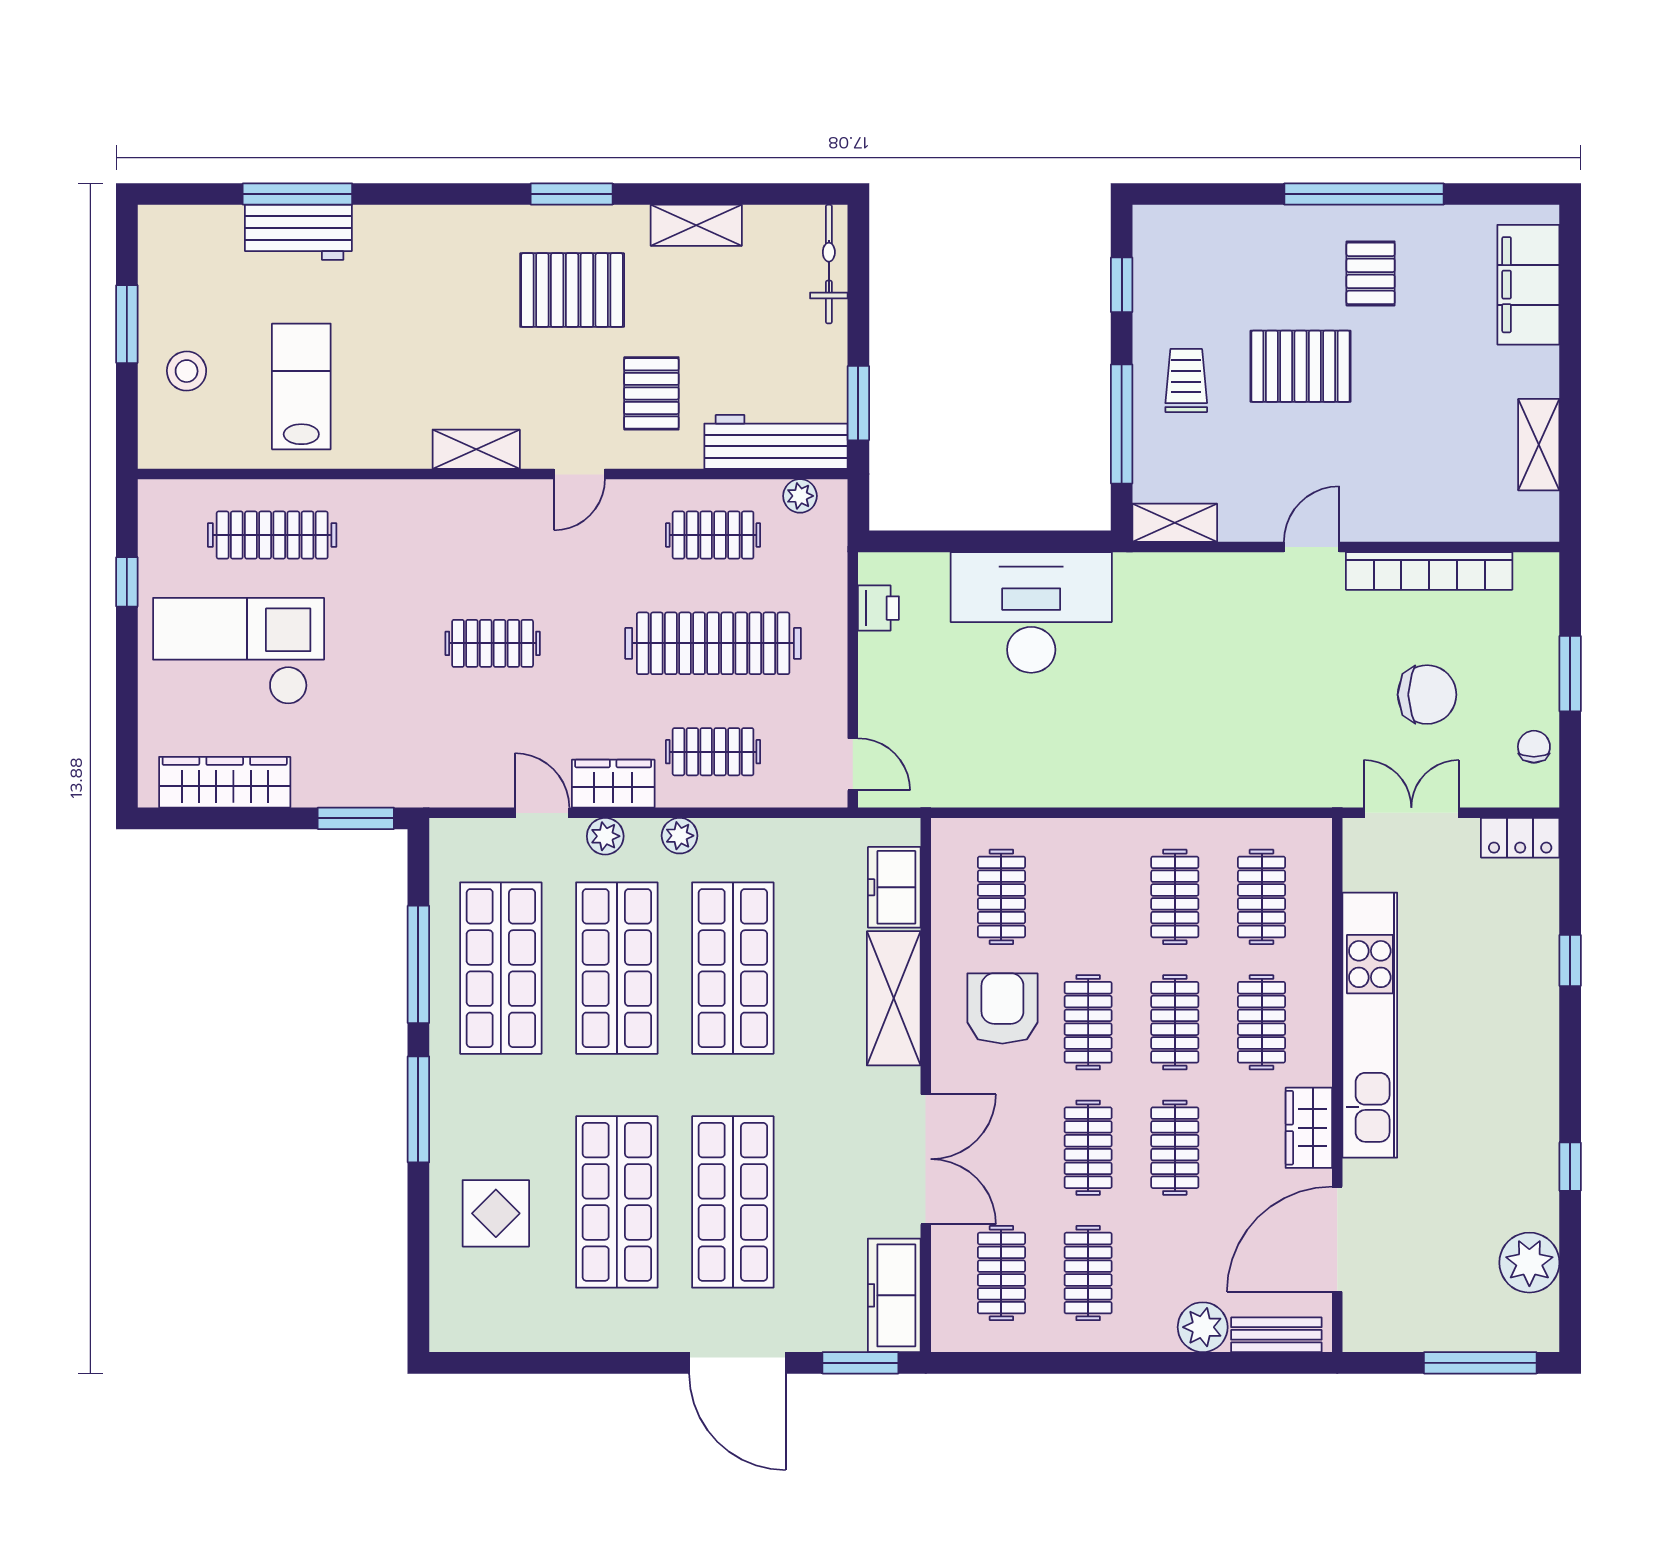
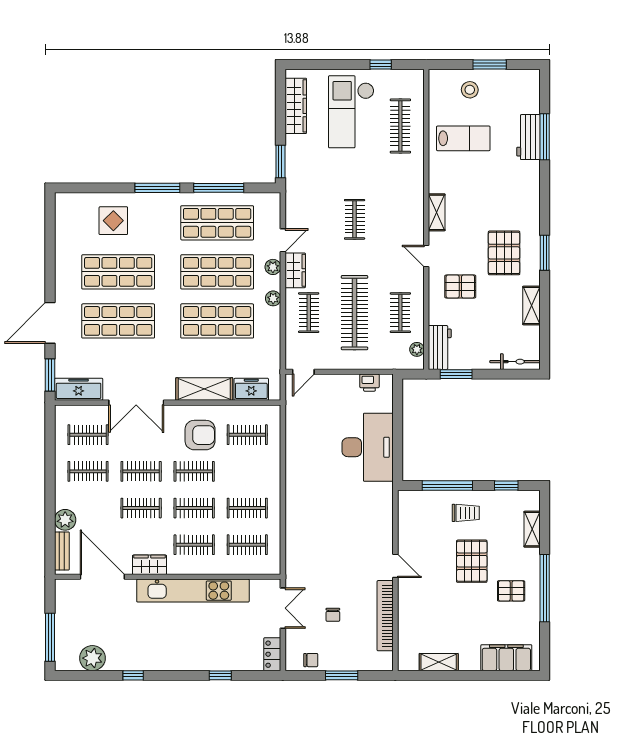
workbench: (776, 442) -> (440, 347), width x0.73
shelving: (1175, 523) -> (532, 529), moved
checkout: (239, 651) -> (351, 112), turned 180
chair: (1427, 695) -> (333, 615), width x0.54, depth x0.54

